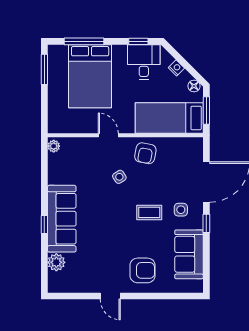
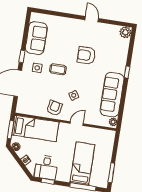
bed: (90, 76) -> (82, 164), width x0.67
door: (108, 135) -> (77, 124), swing flipped
sofa: (62, 219) -> (112, 95), moved
plant: (56, 262) -> (125, 32), moved
armchair: (143, 270) -> (86, 55), moved

